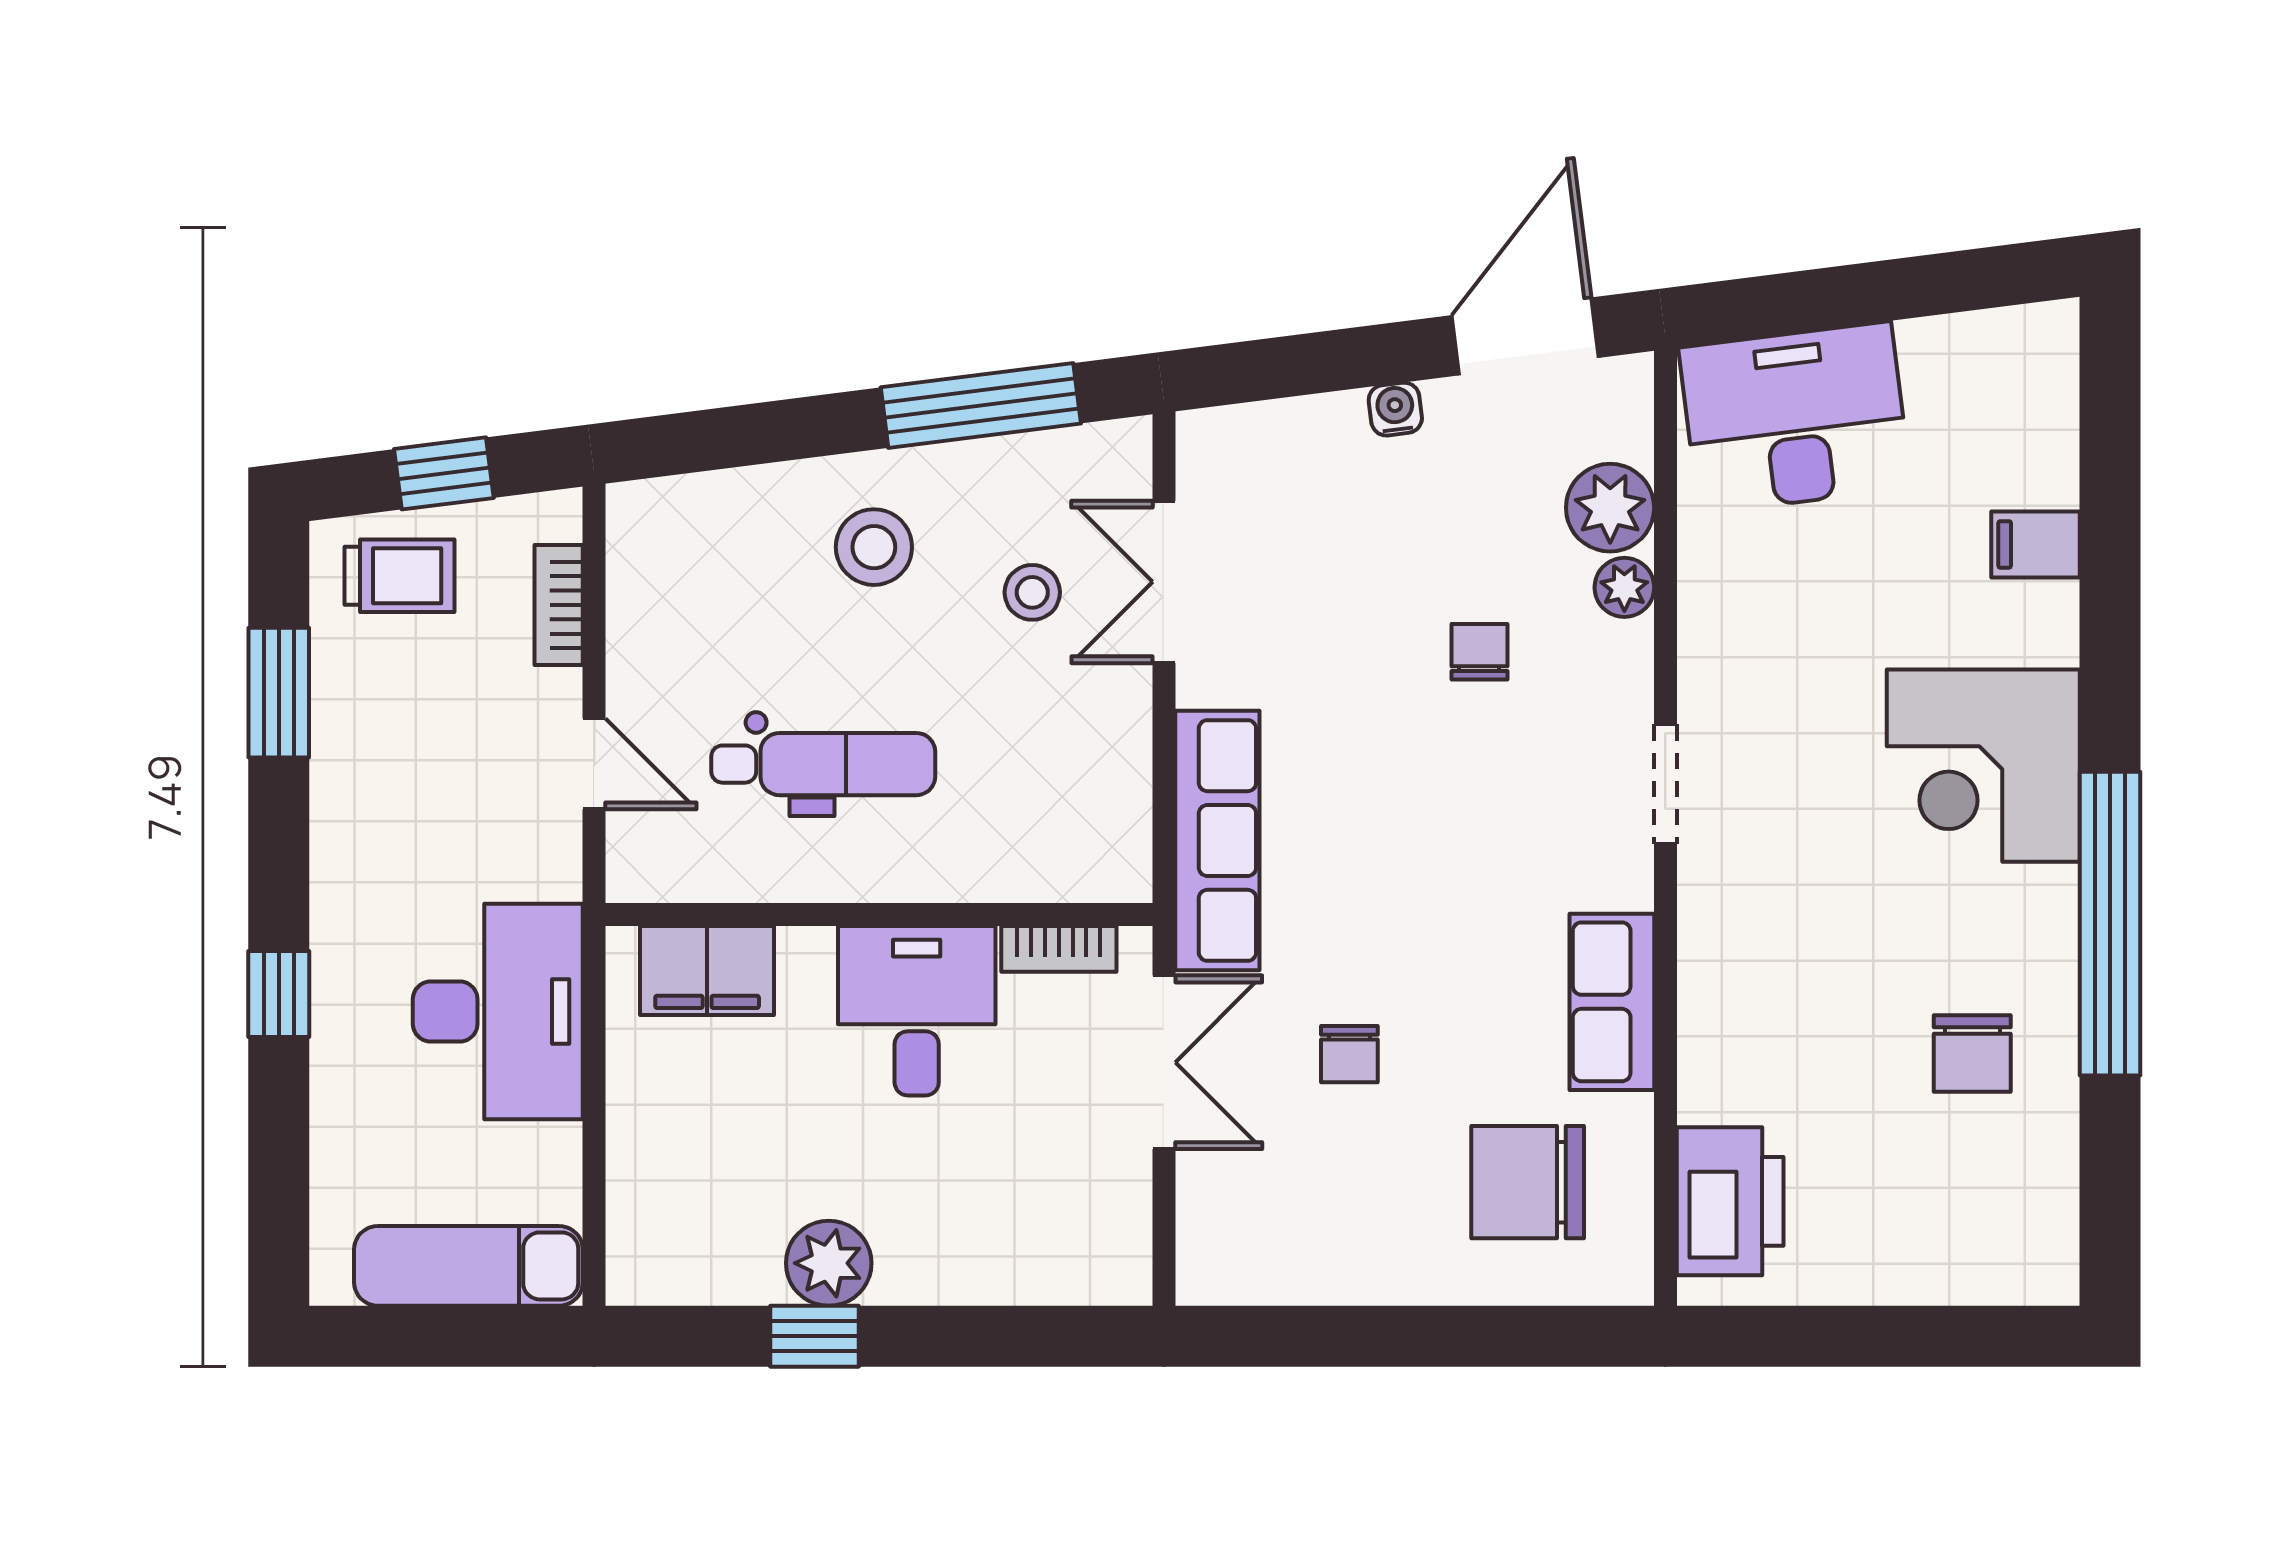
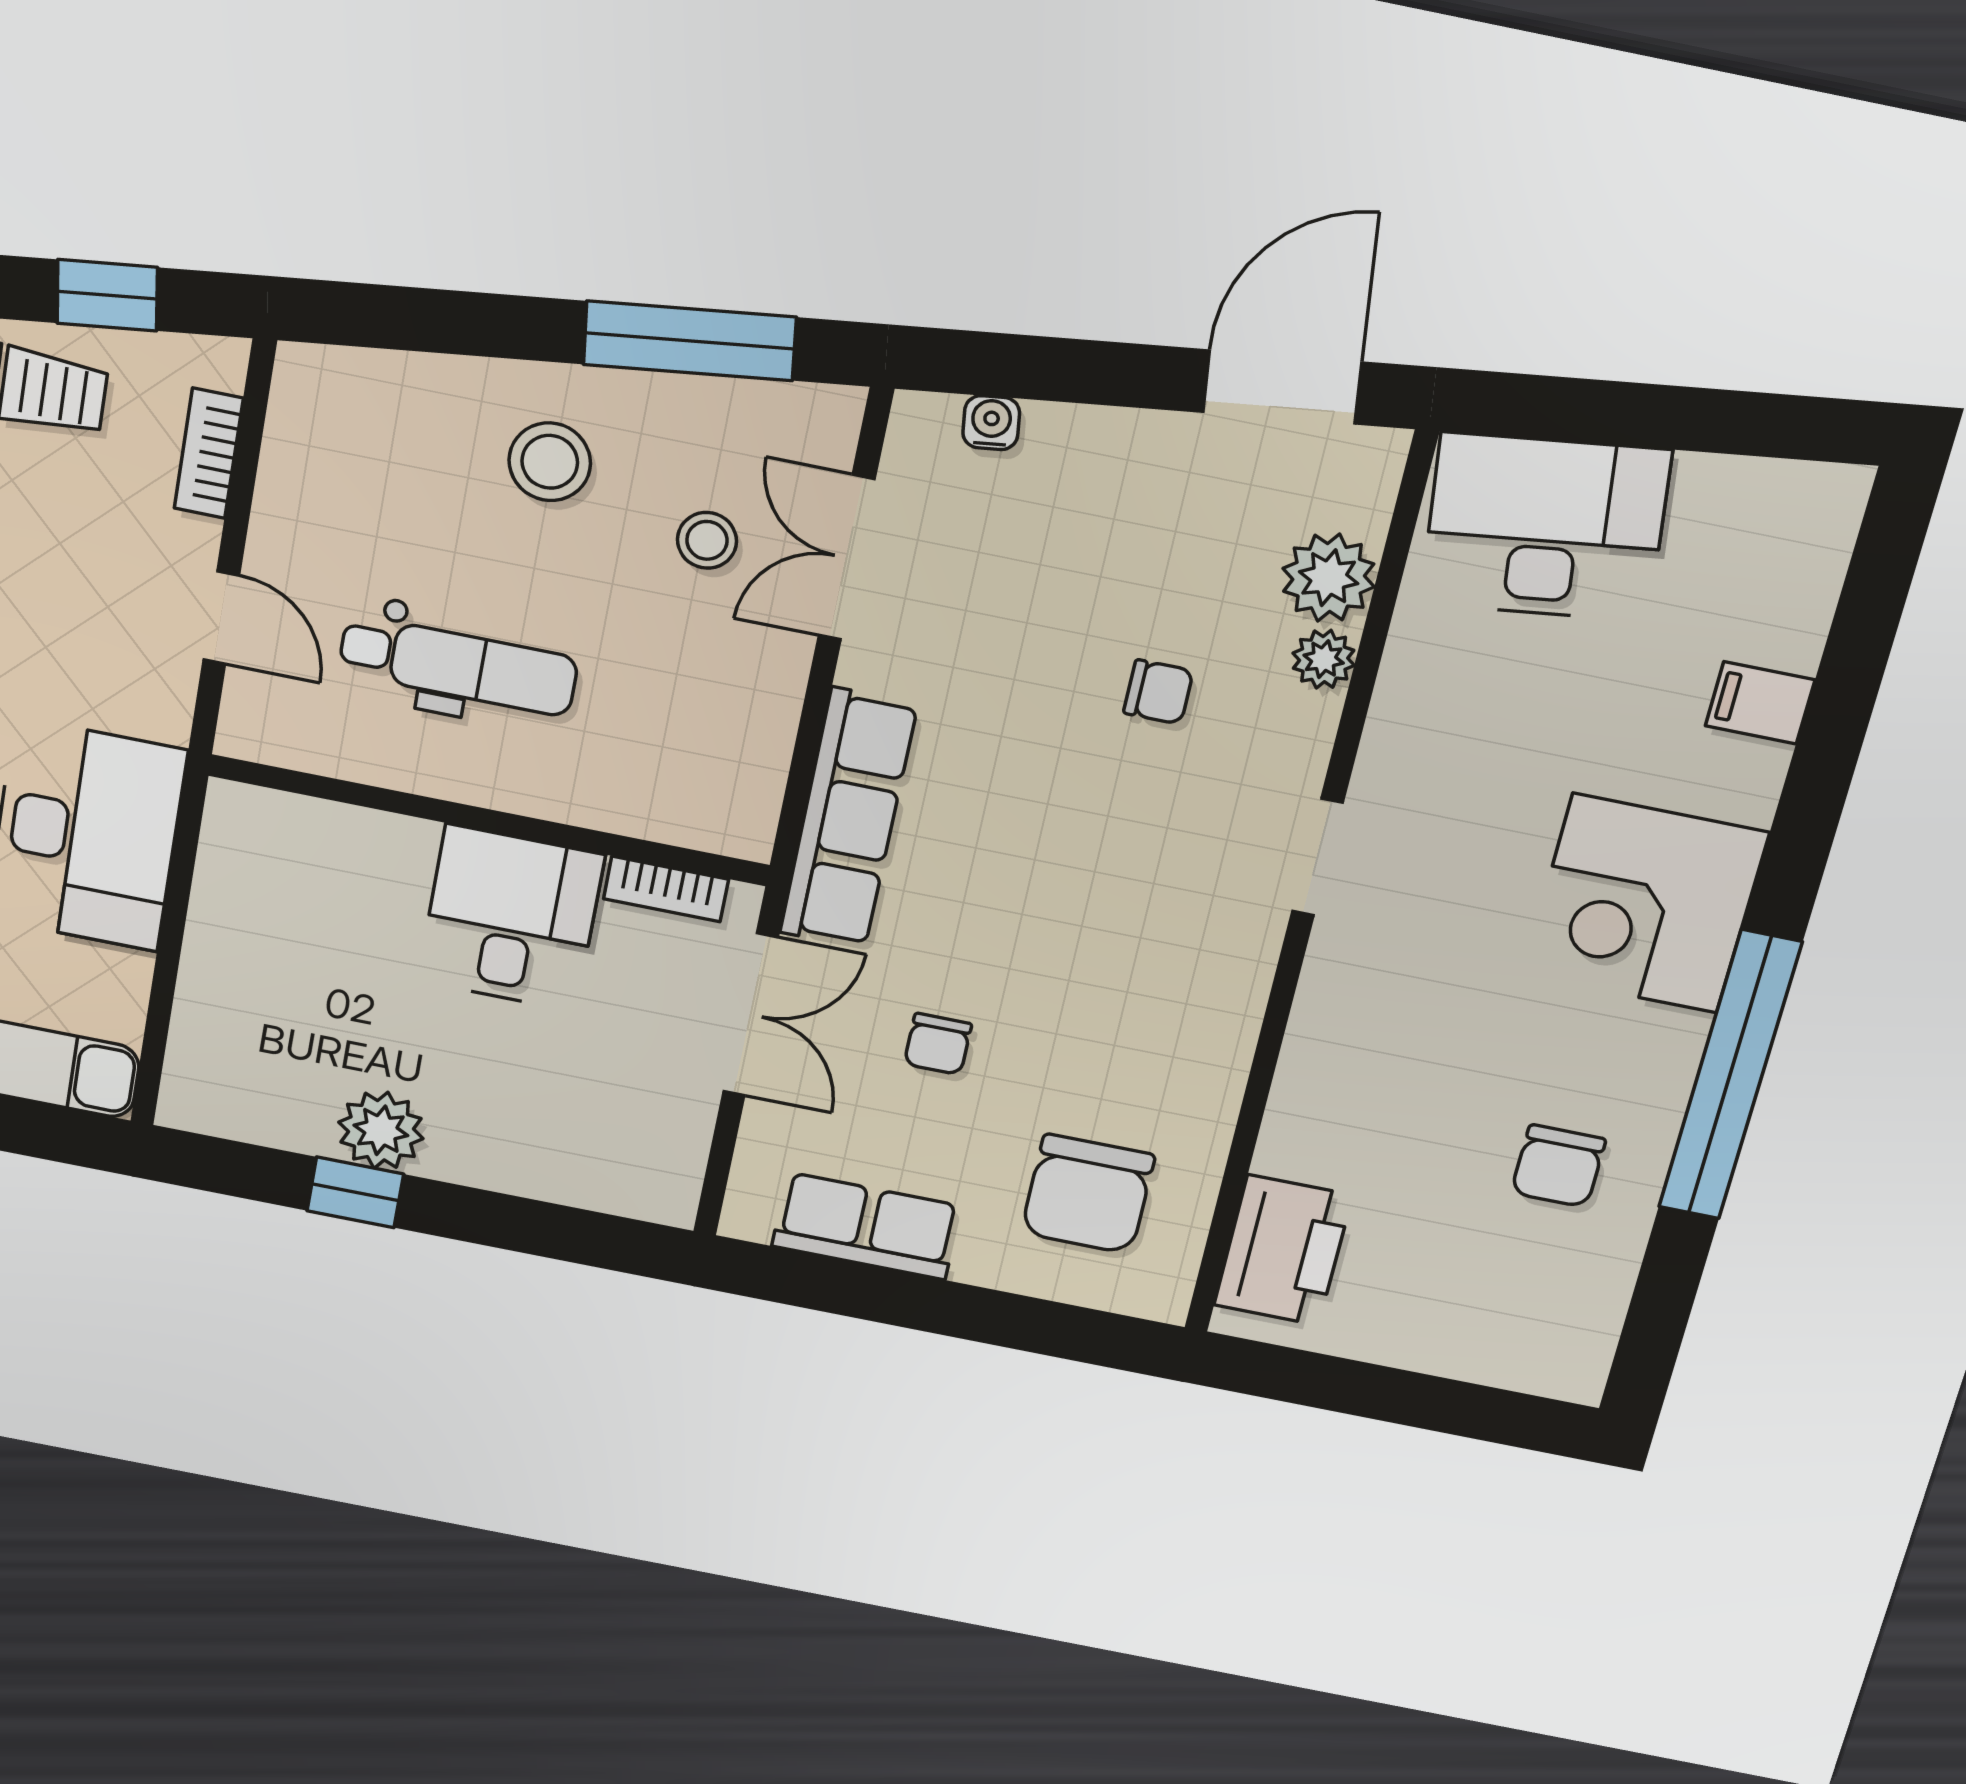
water cooler: (1395, 409) -> (991, 423), moved
chair: (1479, 652) -> (1158, 692), turned 90
filing cabinet: (707, 971) -> (305, 838), removed
row of seats: (1612, 1002) -> (867, 1226), moved, turned 90
chair: (1528, 1182) -> (1088, 1194), turned -90

